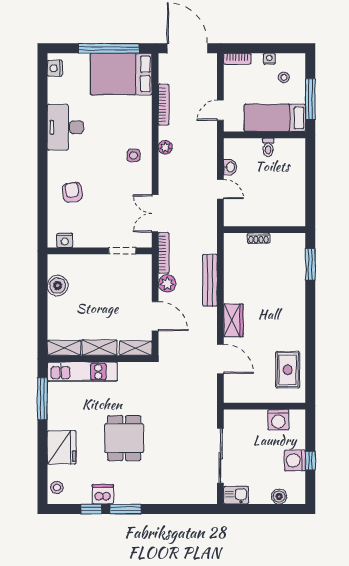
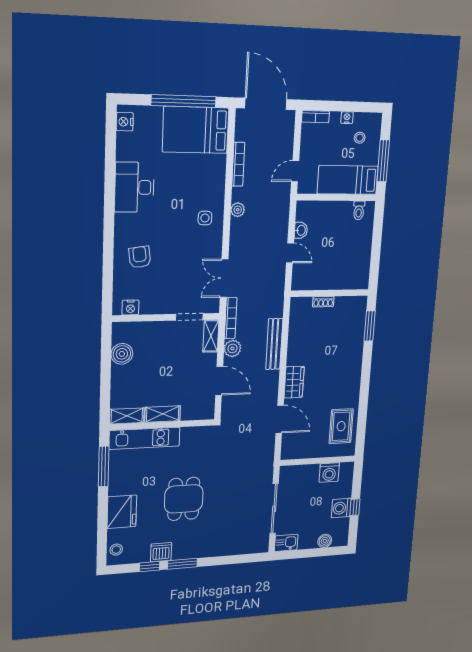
toilet: (268, 147) -> (359, 210), moved
shelving: (136, 348) -> (211, 336), moved, turned 90

